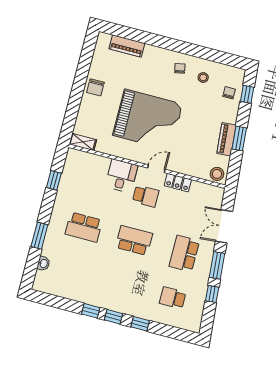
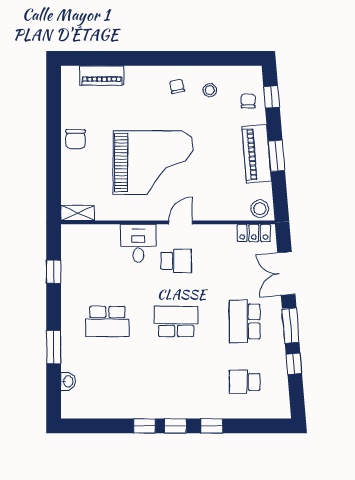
piano: (226, 139) -> (257, 154), width x1.37, depth x1.33
locker: (178, 183) -> (254, 233), moved

